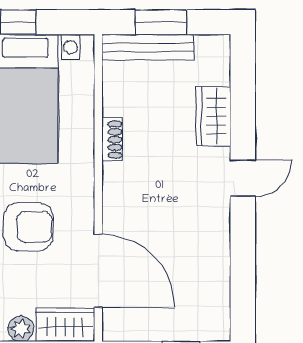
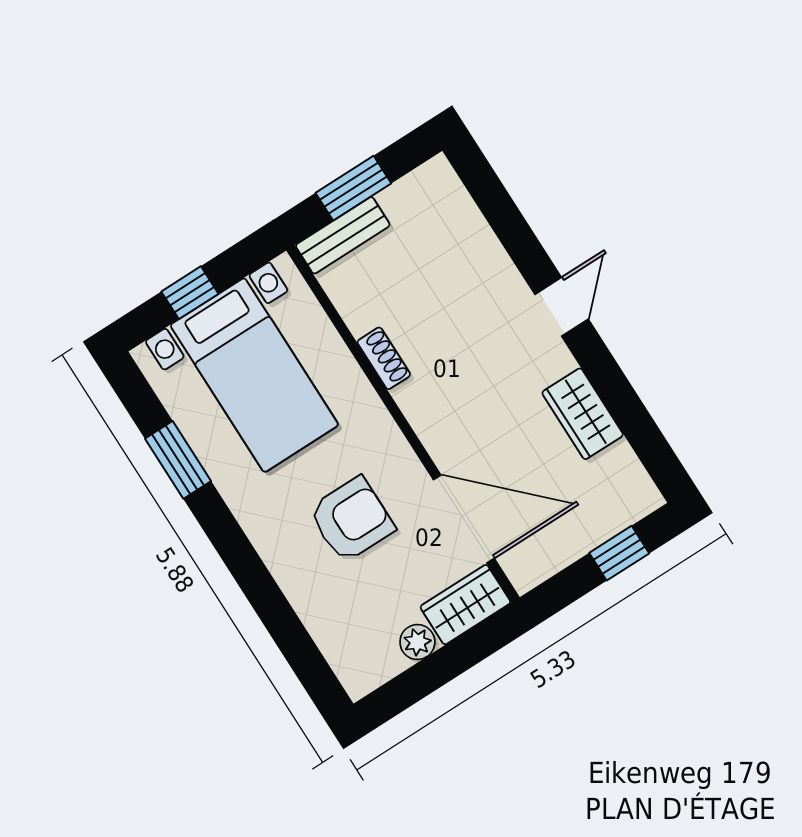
bench: (148, 47) -> (343, 235), width x0.73
wardrobe: (214, 116) -> (583, 414), moved

